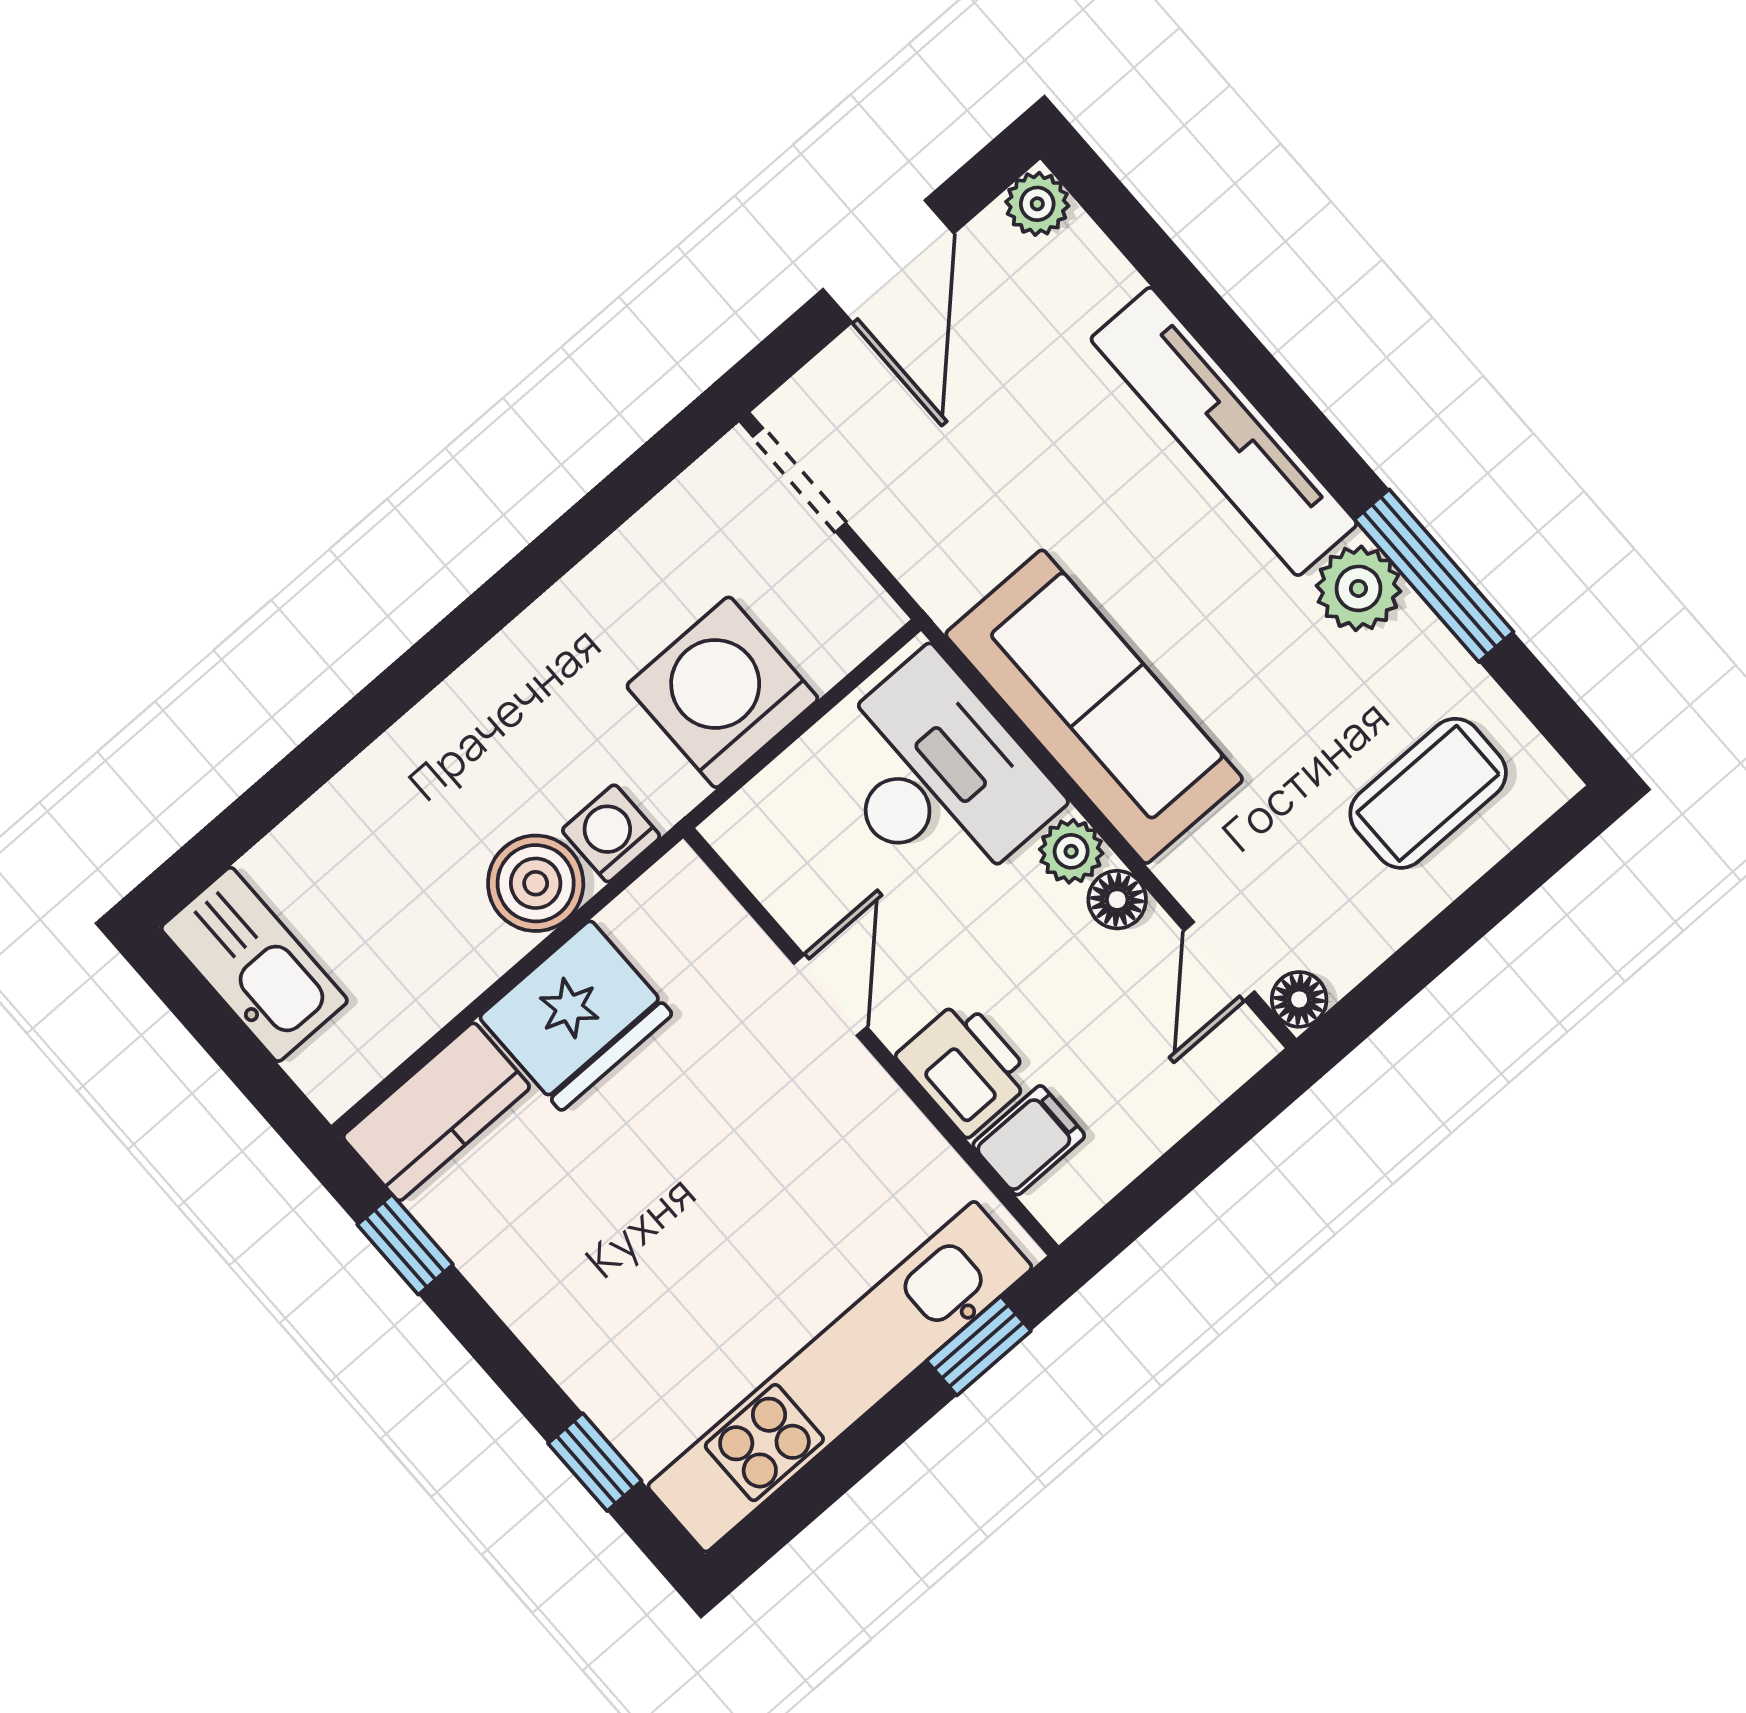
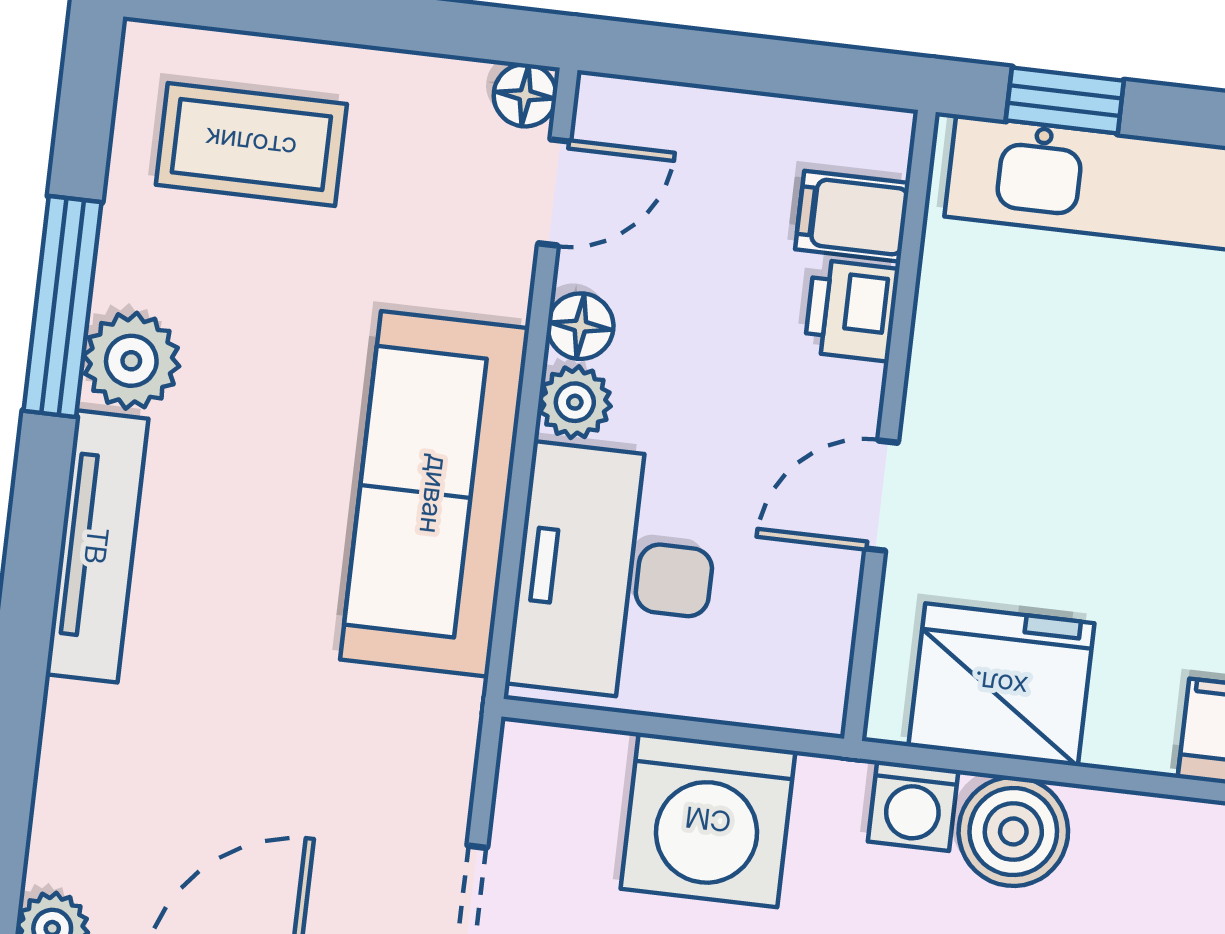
tv unit: (1224, 431) -> (97, 546), width x0.73, depth x0.78
fridge: (576, 1016) -> (1001, 685), moved
printer: (965, 1067) -> (852, 310), width x0.73, depth x0.81

